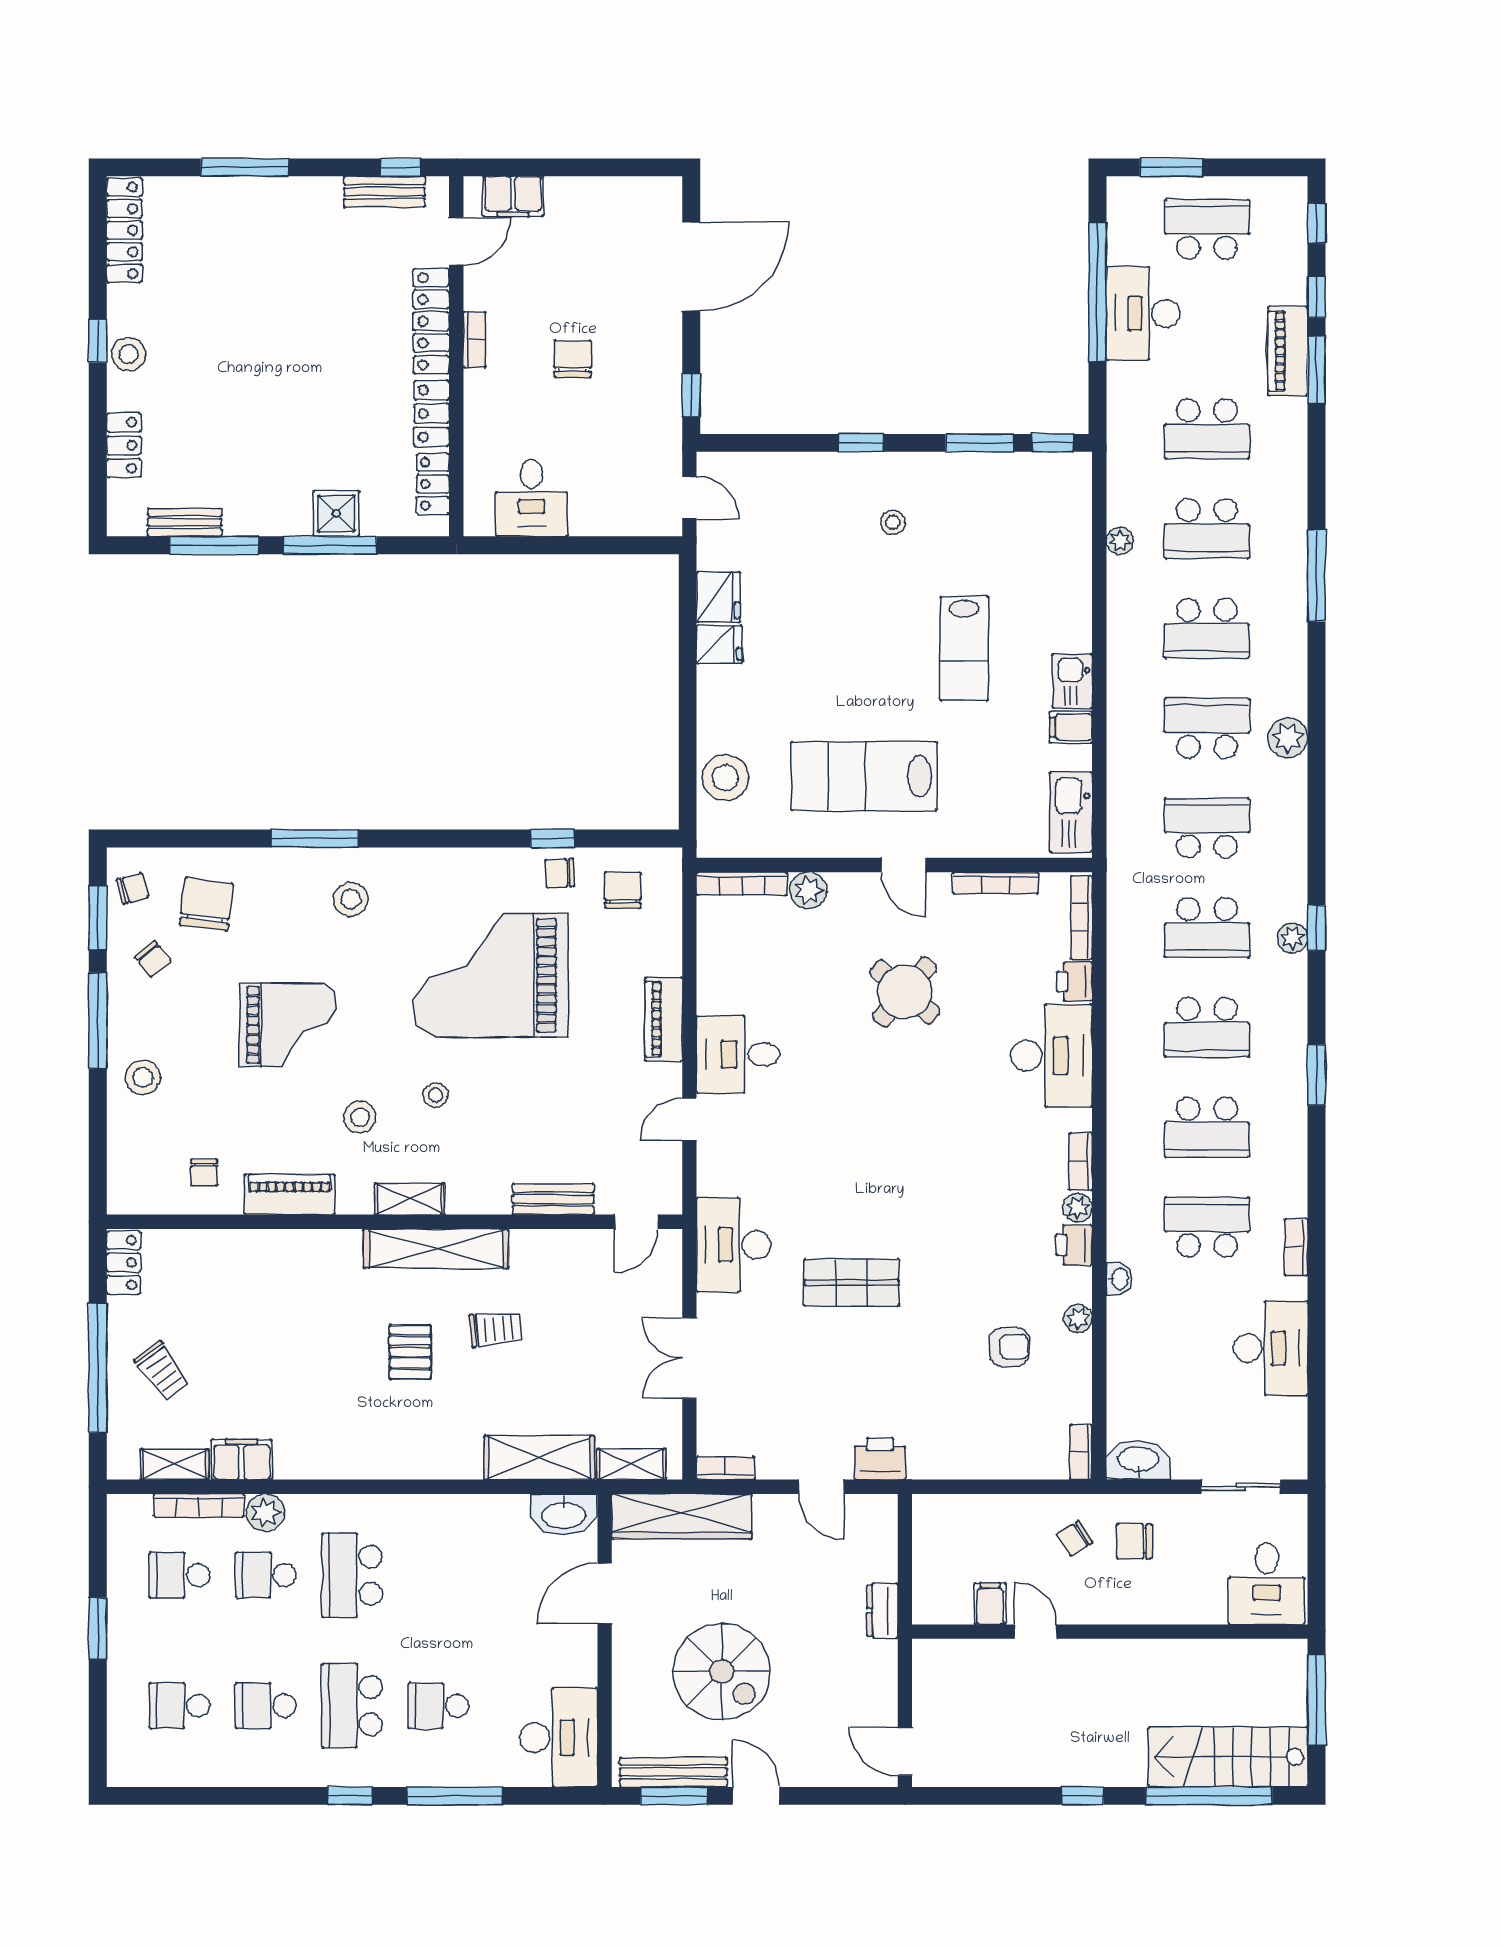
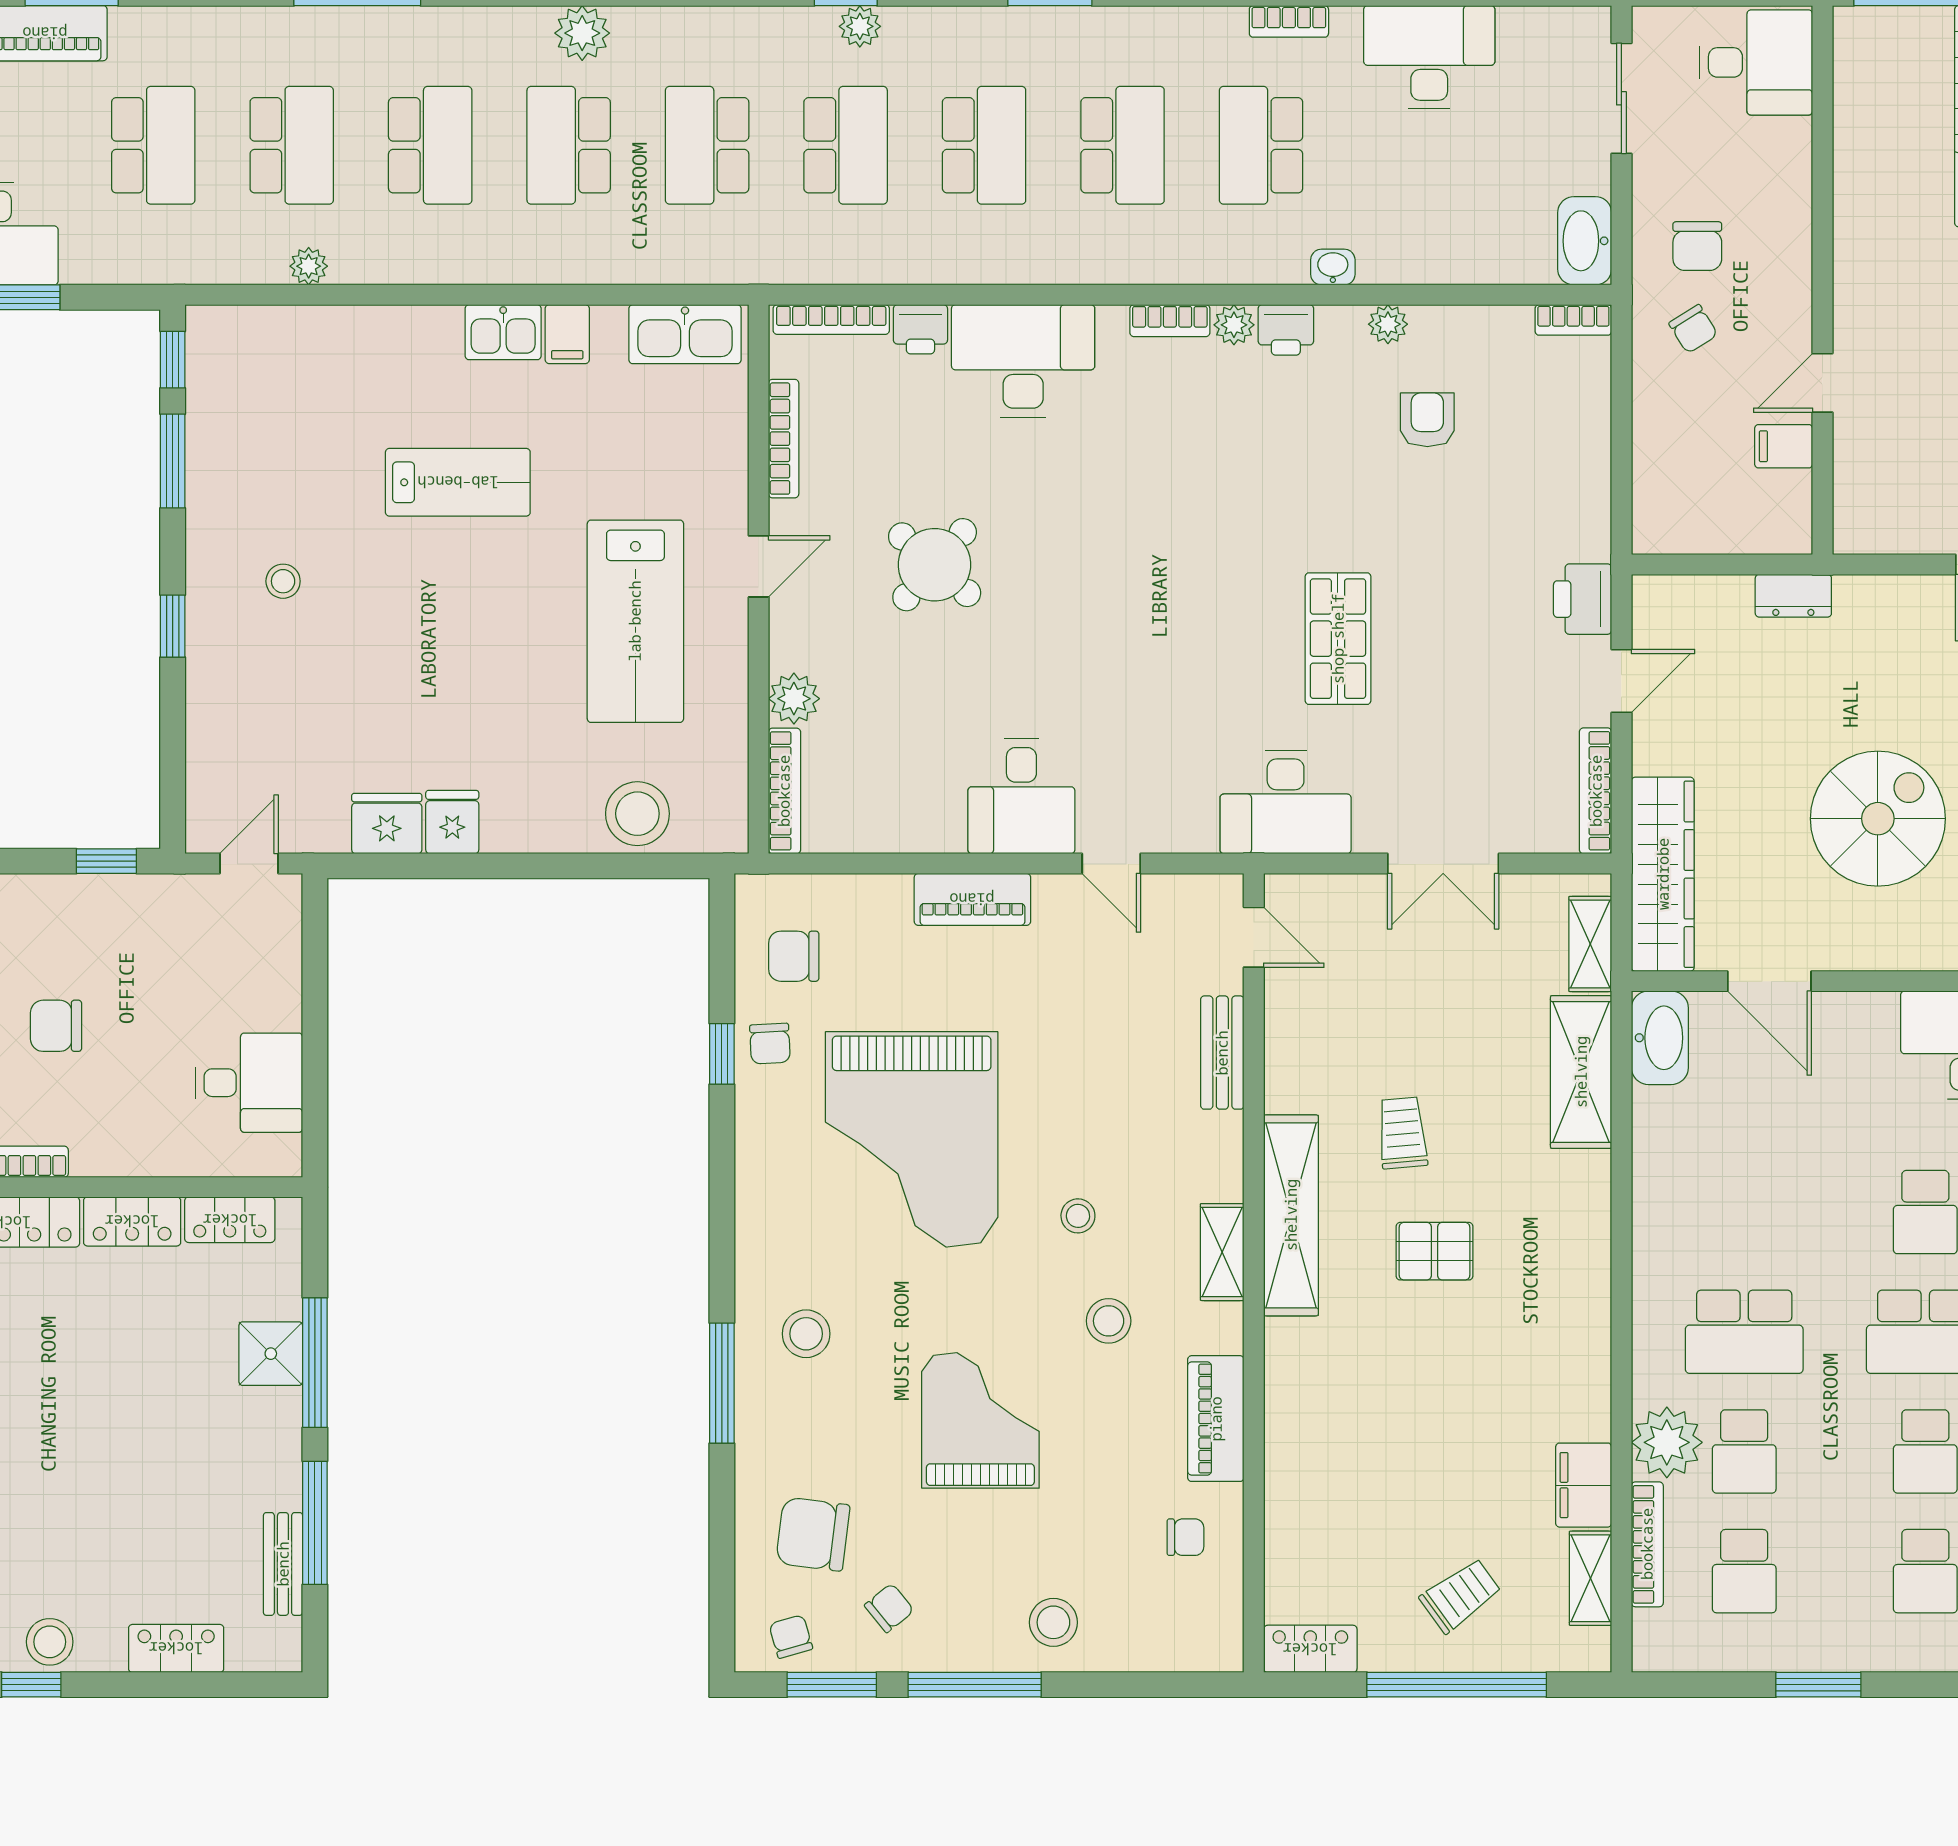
bookcase: (726, 1468) -> (1596, 791), width x1.56
plant: (265, 1513) -> (1667, 1442), width x1.36, depth x1.36

